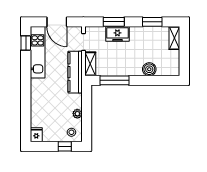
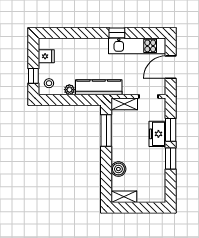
window: (152, 22) -> (171, 159), moved
shelving: (174, 38) -> (124, 197), moved
window: (26, 43) -> (117, 33), moved
kitchen counter: (75, 72) -> (99, 87), moved
fridge: (36, 135) -> (46, 56), moved

